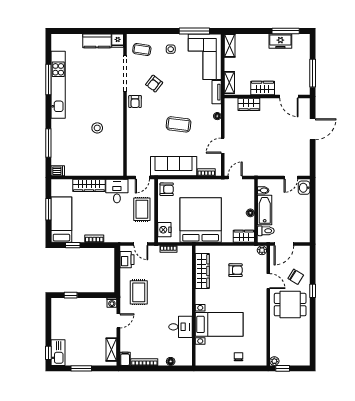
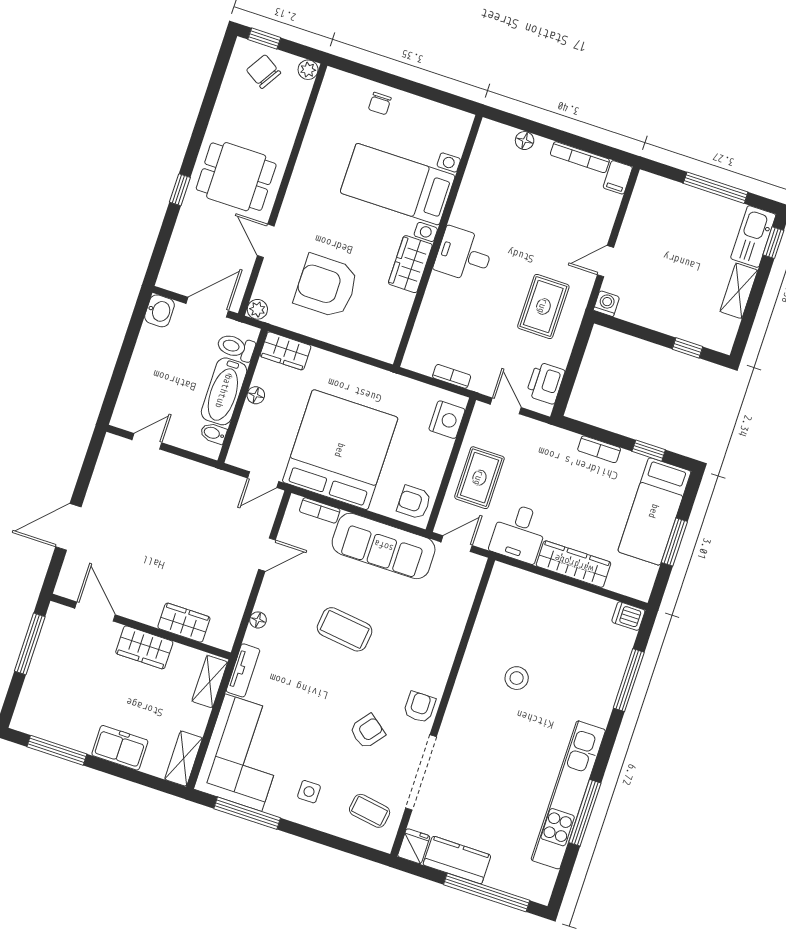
window: (80, 31) -> (487, 892), added
freezer: (280, 41) -> (120, 748), moved
washbasin: (304, 188) -> (159, 311), moved
bed: (201, 220) -> (340, 450), moved, turned 180
armchair: (236, 270) -> (326, 286), width x1.88, depth x1.88
wardrobe: (202, 271) -> (410, 264), moved, width x0.67
chair: (296, 277) -> (263, 72), moved
desk: (181, 327) -> (464, 255), moved
shelving: (111, 350) -> (739, 291), moved
window: (81, 368) -> (716, 188), width x1.44
window: (283, 368) -> (264, 38), moved

